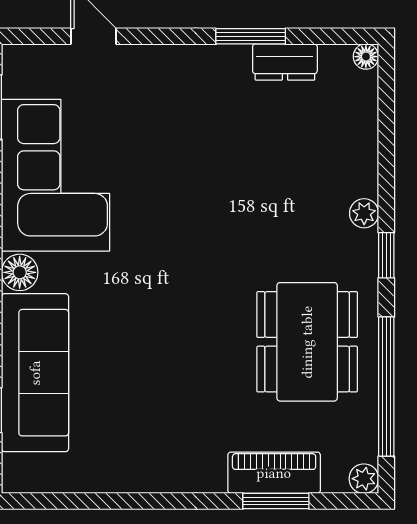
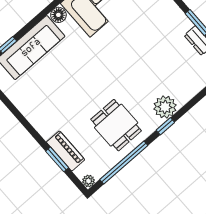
plant: (364, 213) -> (165, 107), width x1.88, depth x1.88
dining table: (307, 342) -> (116, 125), width x0.73

